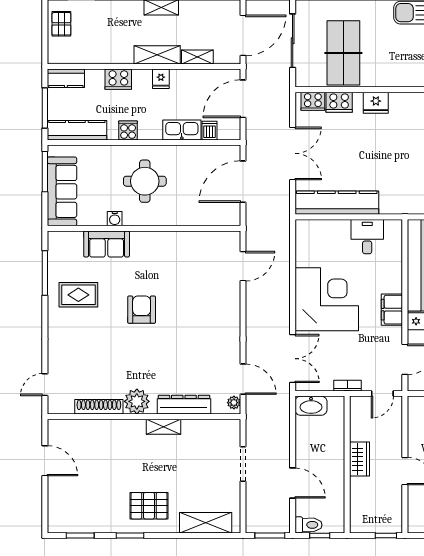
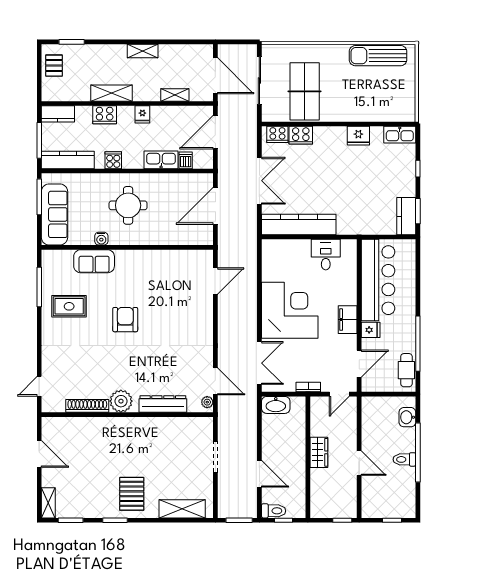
door: (243, 35) -> (215, 76), hinge flipped
shelving: (157, 55) -> (111, 93), moved
fridge: (376, 103) -> (358, 136), moved
shelving: (163, 427) -> (48, 503), moved, turned 90
pallet: (149, 506) -> (132, 494), turned 90

